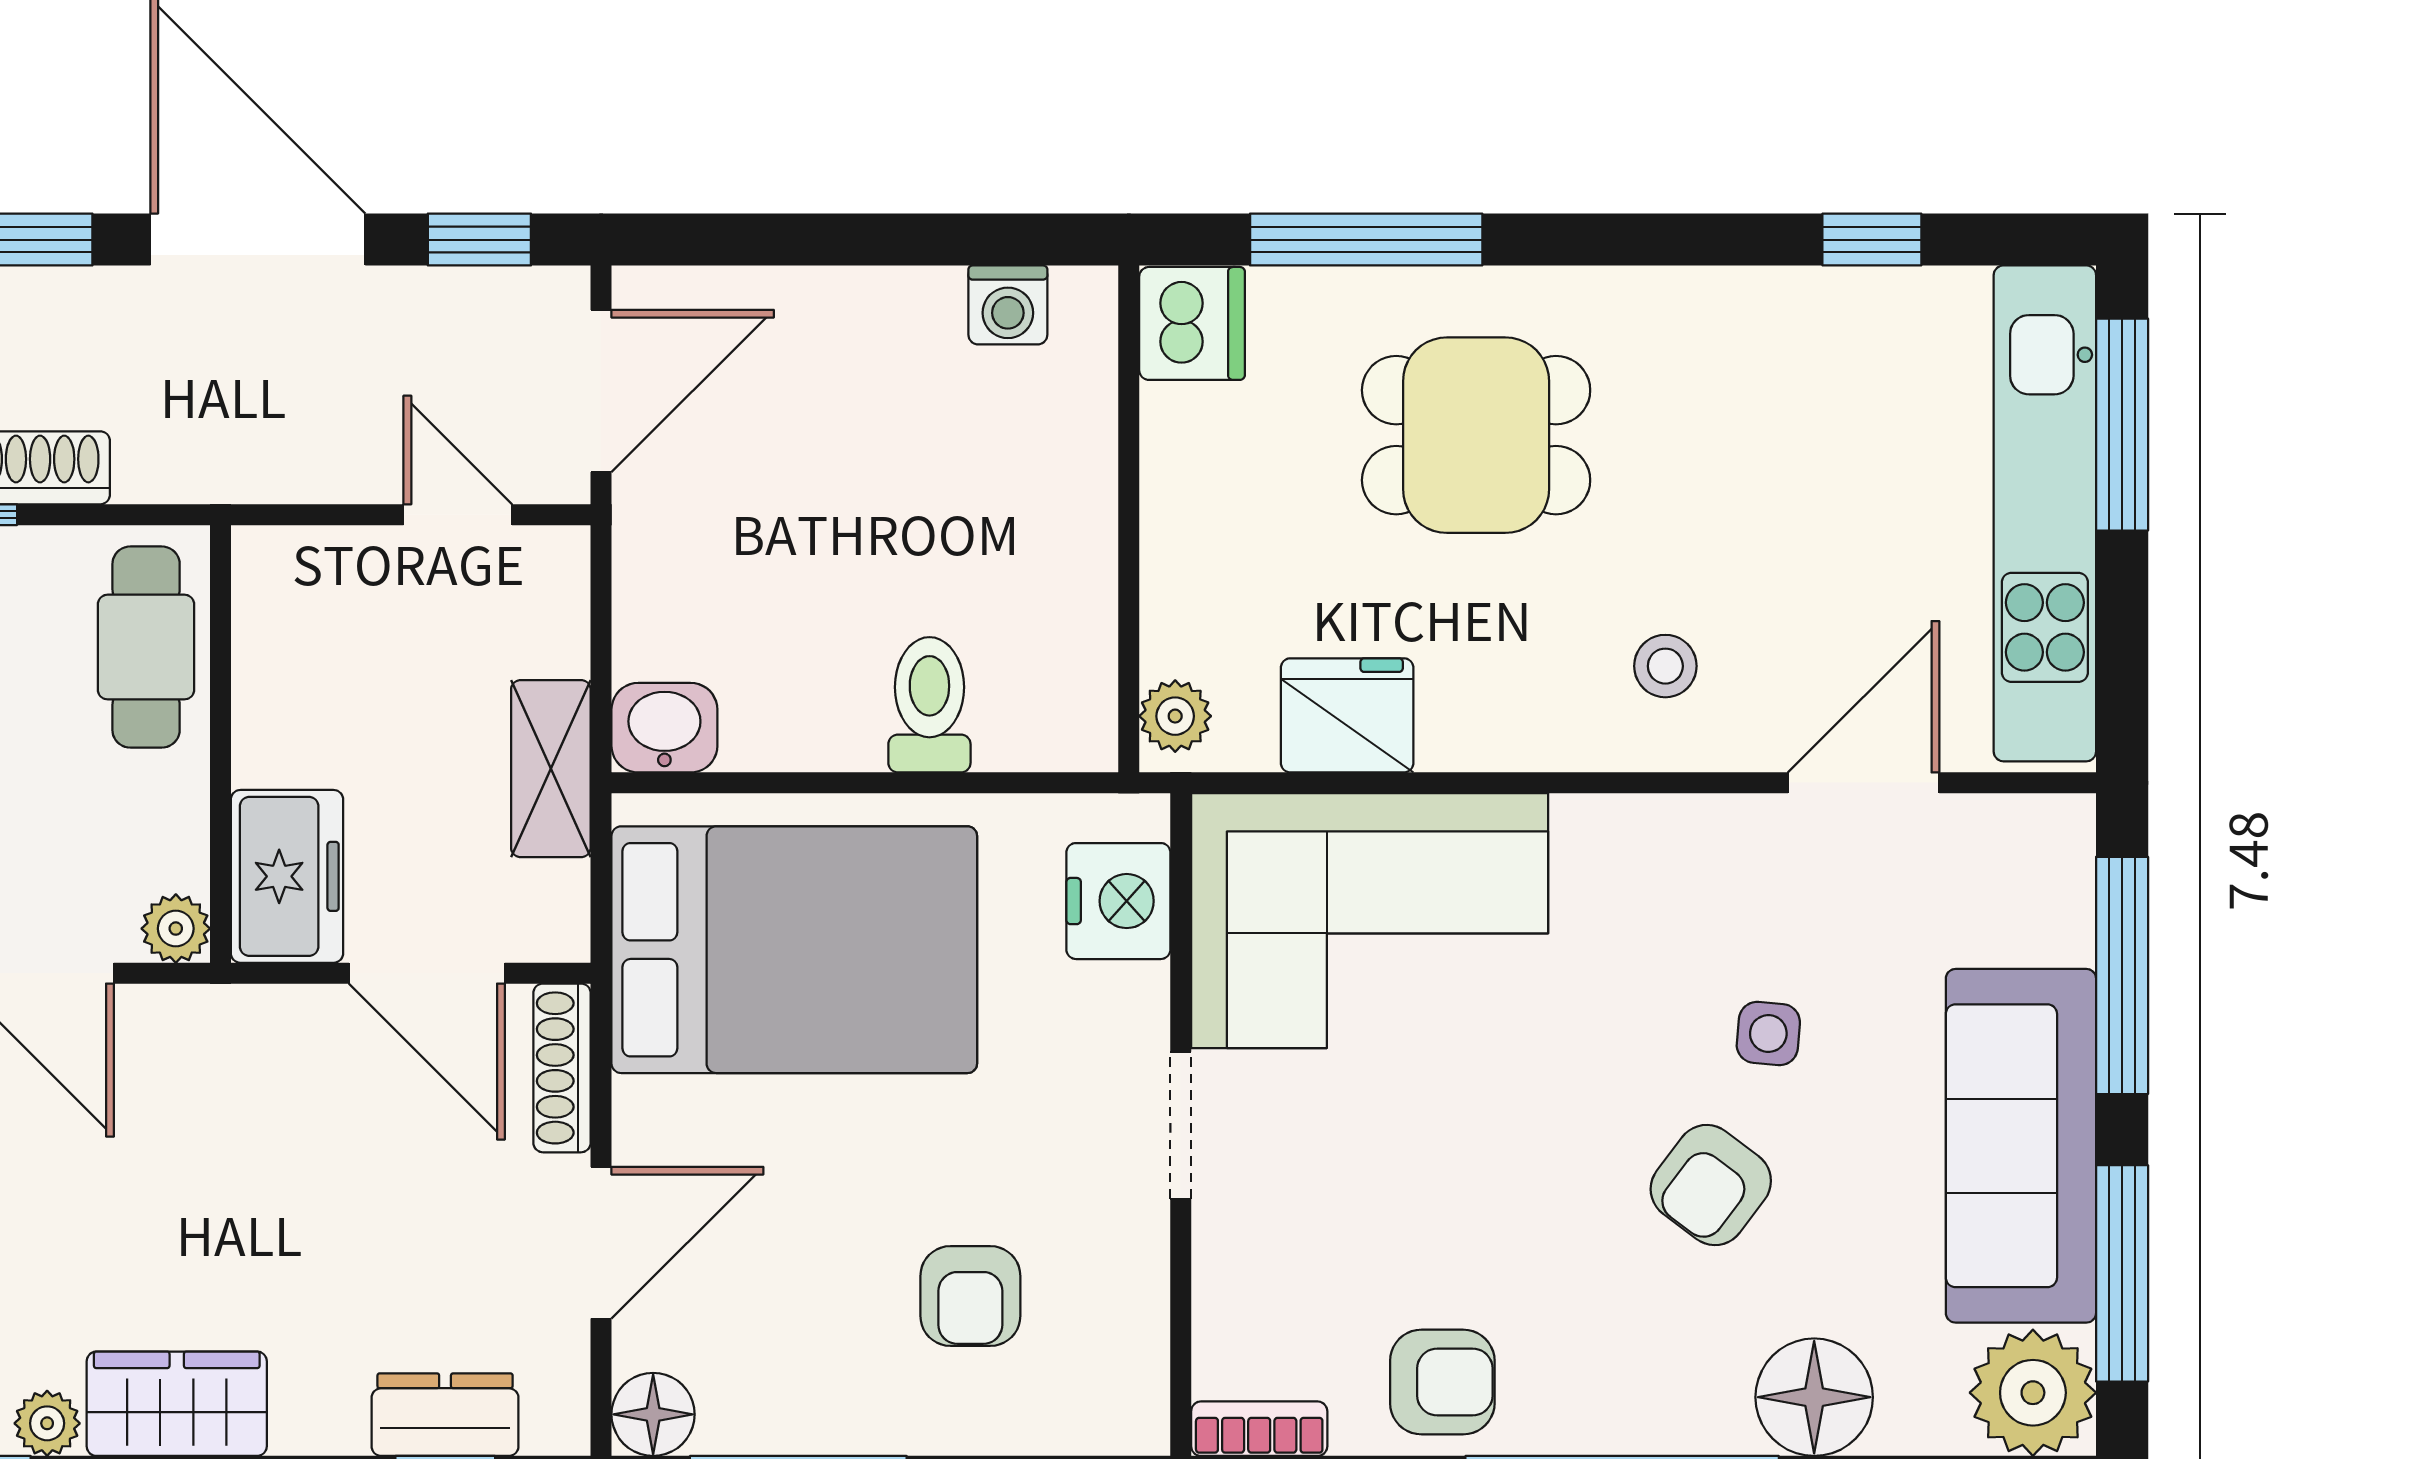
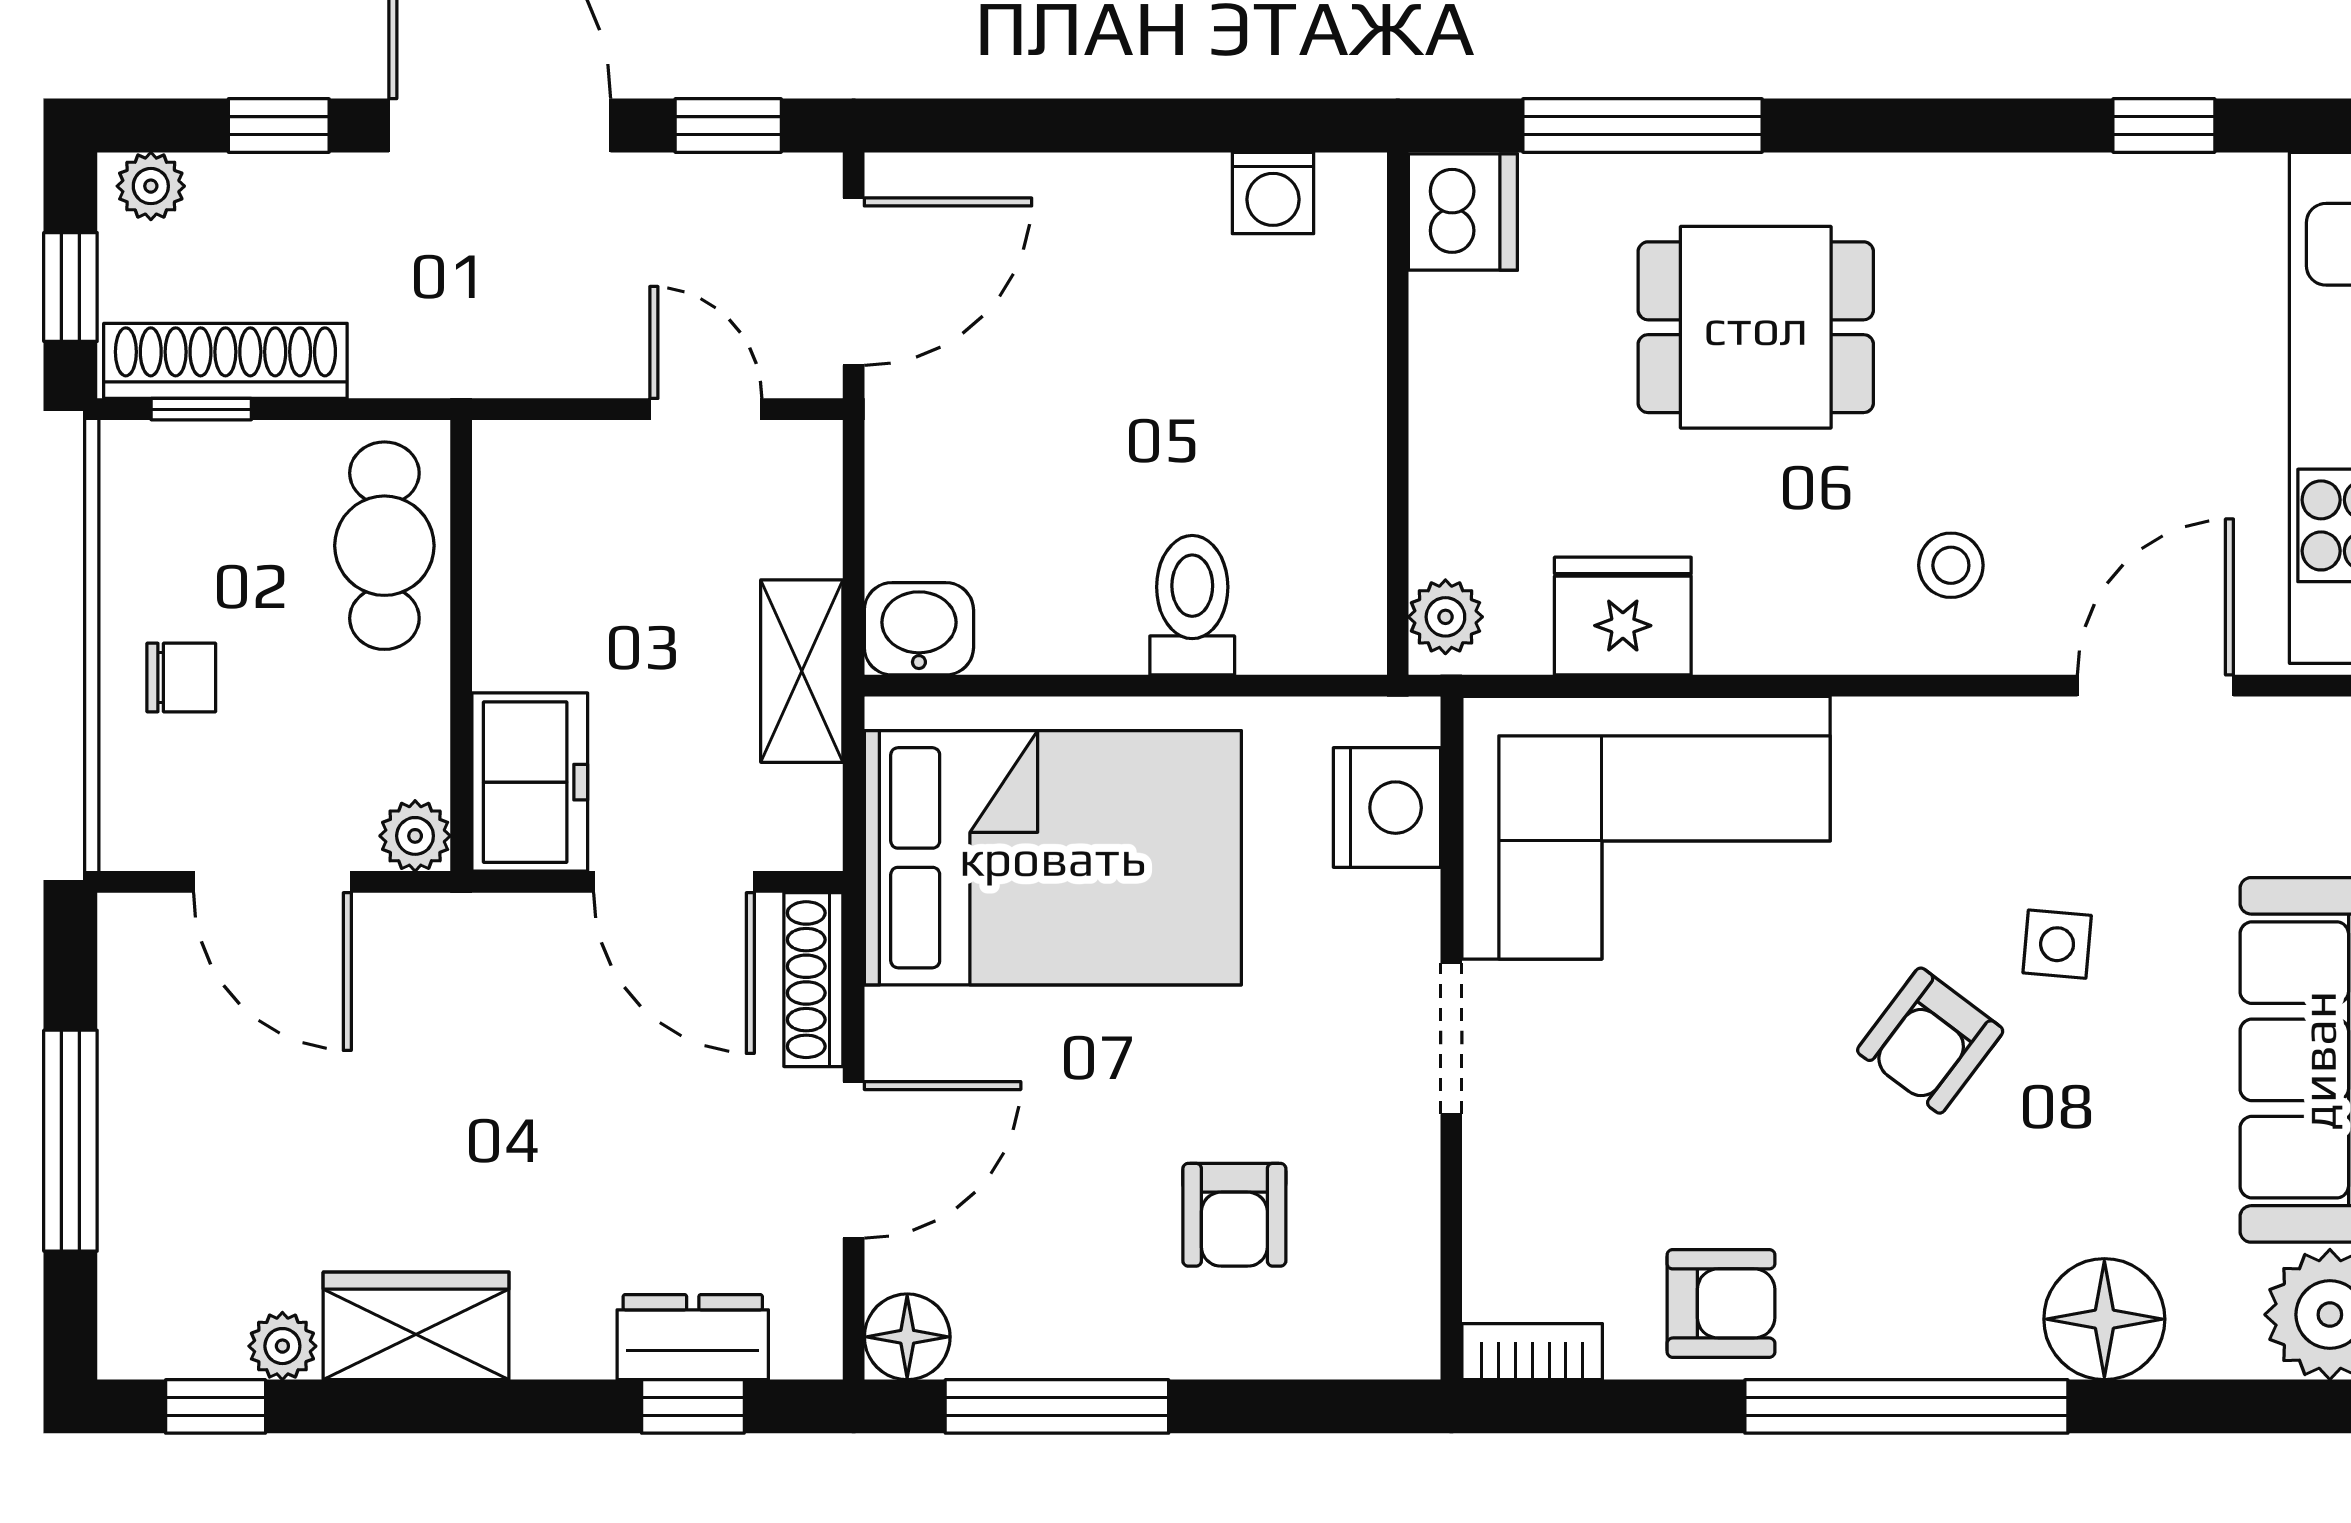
armchair: (1711, 1185) -> (1930, 1041), moved

